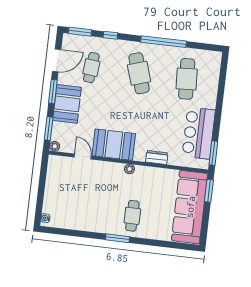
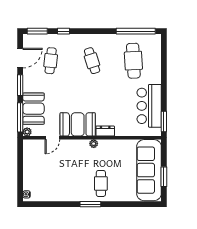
window: (164, 42) -> (136, 31), moved
cafe table: (139, 73) -> (92, 61), width x0.73, depth x0.74
booth: (67, 104) -> (33, 109), moved
window: (49, 129) -> (20, 117), width x1.44
door: (83, 157) -> (52, 138), swing flipped
dresser: (157, 157) -> (105, 131), moved
window: (209, 191) -> (164, 177), moved

